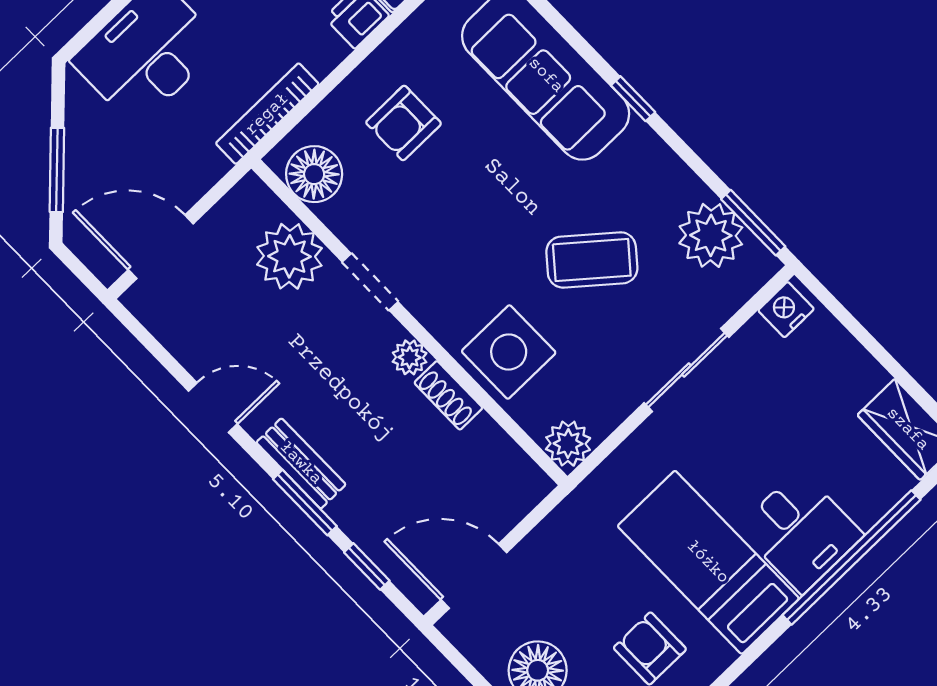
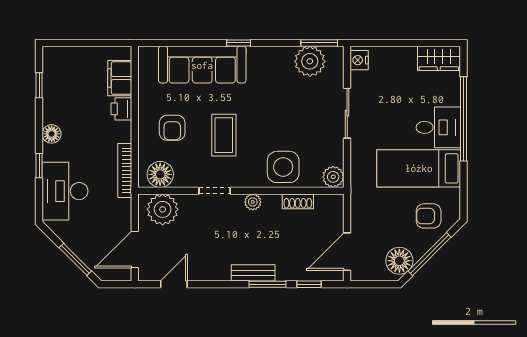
plant: (289, 256) -> (163, 209), moved
coffee table: (592, 260) -> (224, 135), moved, turned -40
shoe rack: (448, 395) -> (298, 201), moved
door: (213, 408) -> (174, 284), moved

